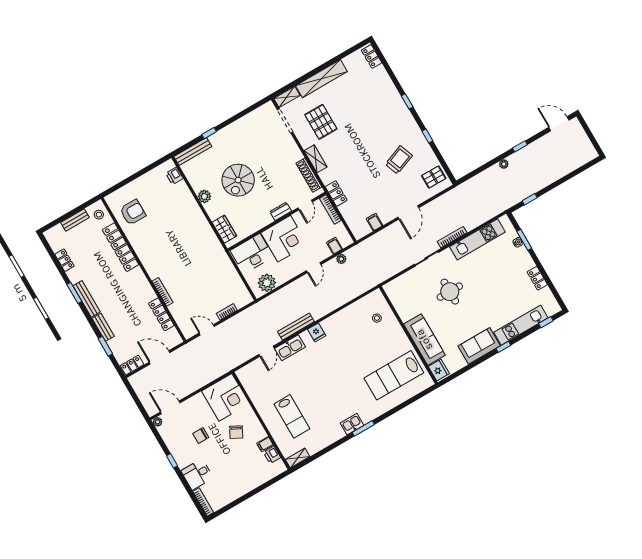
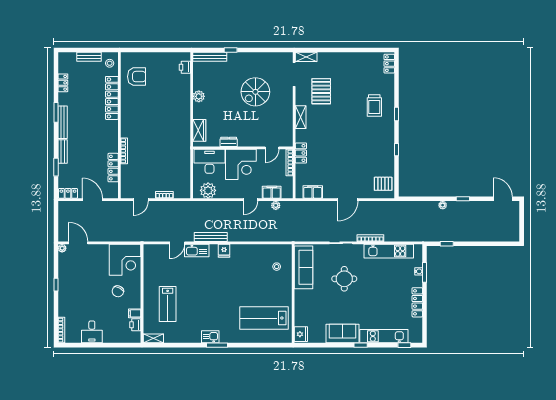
shelving: (321, 79) -> (341, 58), removed
trolley: (399, 160) -> (374, 105), moved, turned 111
shoe rack: (309, 175) -> (288, 127), removed
spiral stairs: (238, 180) -> (255, 92), moved
dresser: (281, 211) -> (229, 142), moved
filing cabinet: (374, 222) -> (313, 192), width x2.00
filing cabinet: (334, 246) -> (272, 192), width x2.00
locker: (537, 278) -> (417, 302), width x1.53
door: (207, 330) -> (141, 200), swing flipped
sofa: (424, 340) -> (303, 267), moved
chair: (201, 436) -> (89, 278), removed
desk: (197, 474) -> (92, 332), moved, turned -90

